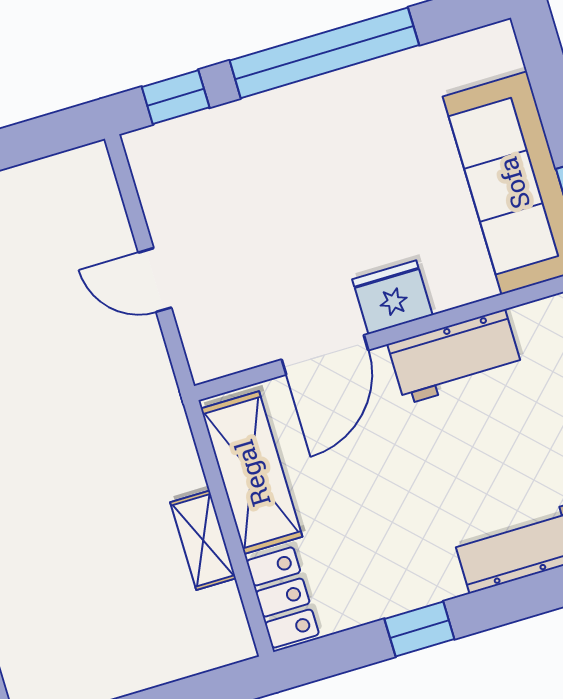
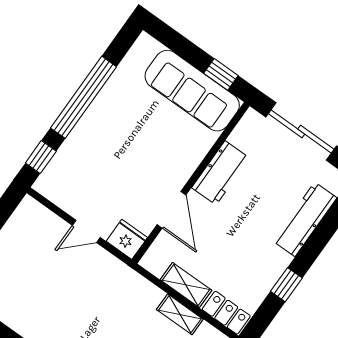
fridge: (392, 297) -> (127, 239), moved, turned 90
shelving: (252, 473) -> (186, 285), width x0.67, depth x0.75

